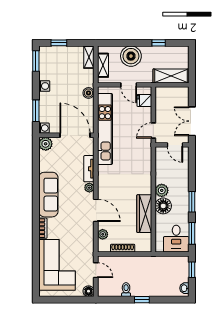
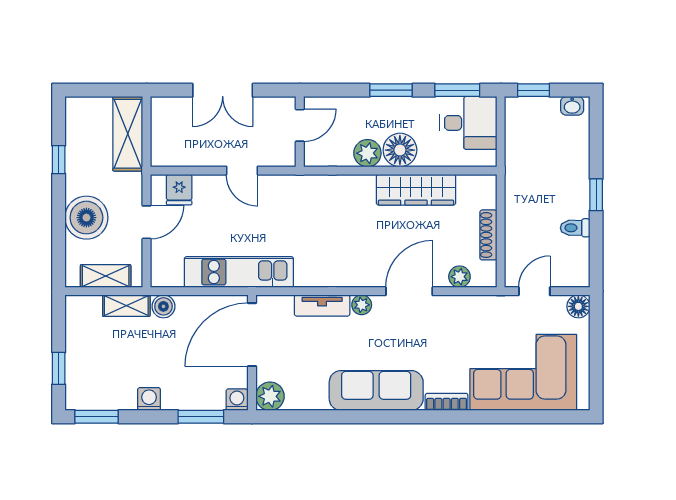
shelving: (89, 57) -> (126, 306), moved
kitchen unit: (105, 129) -> (239, 272), width x0.73
wall: (172, 145) -> (300, 132), moved
door: (175, 145) -> (300, 125), moved

